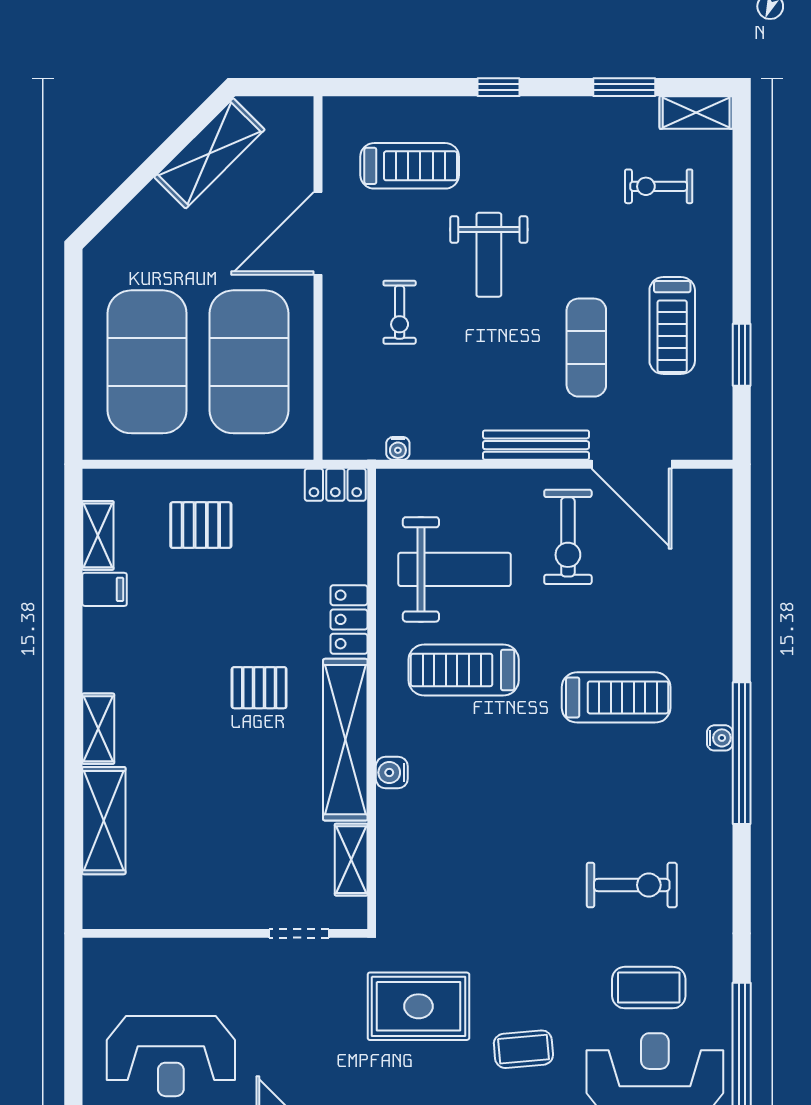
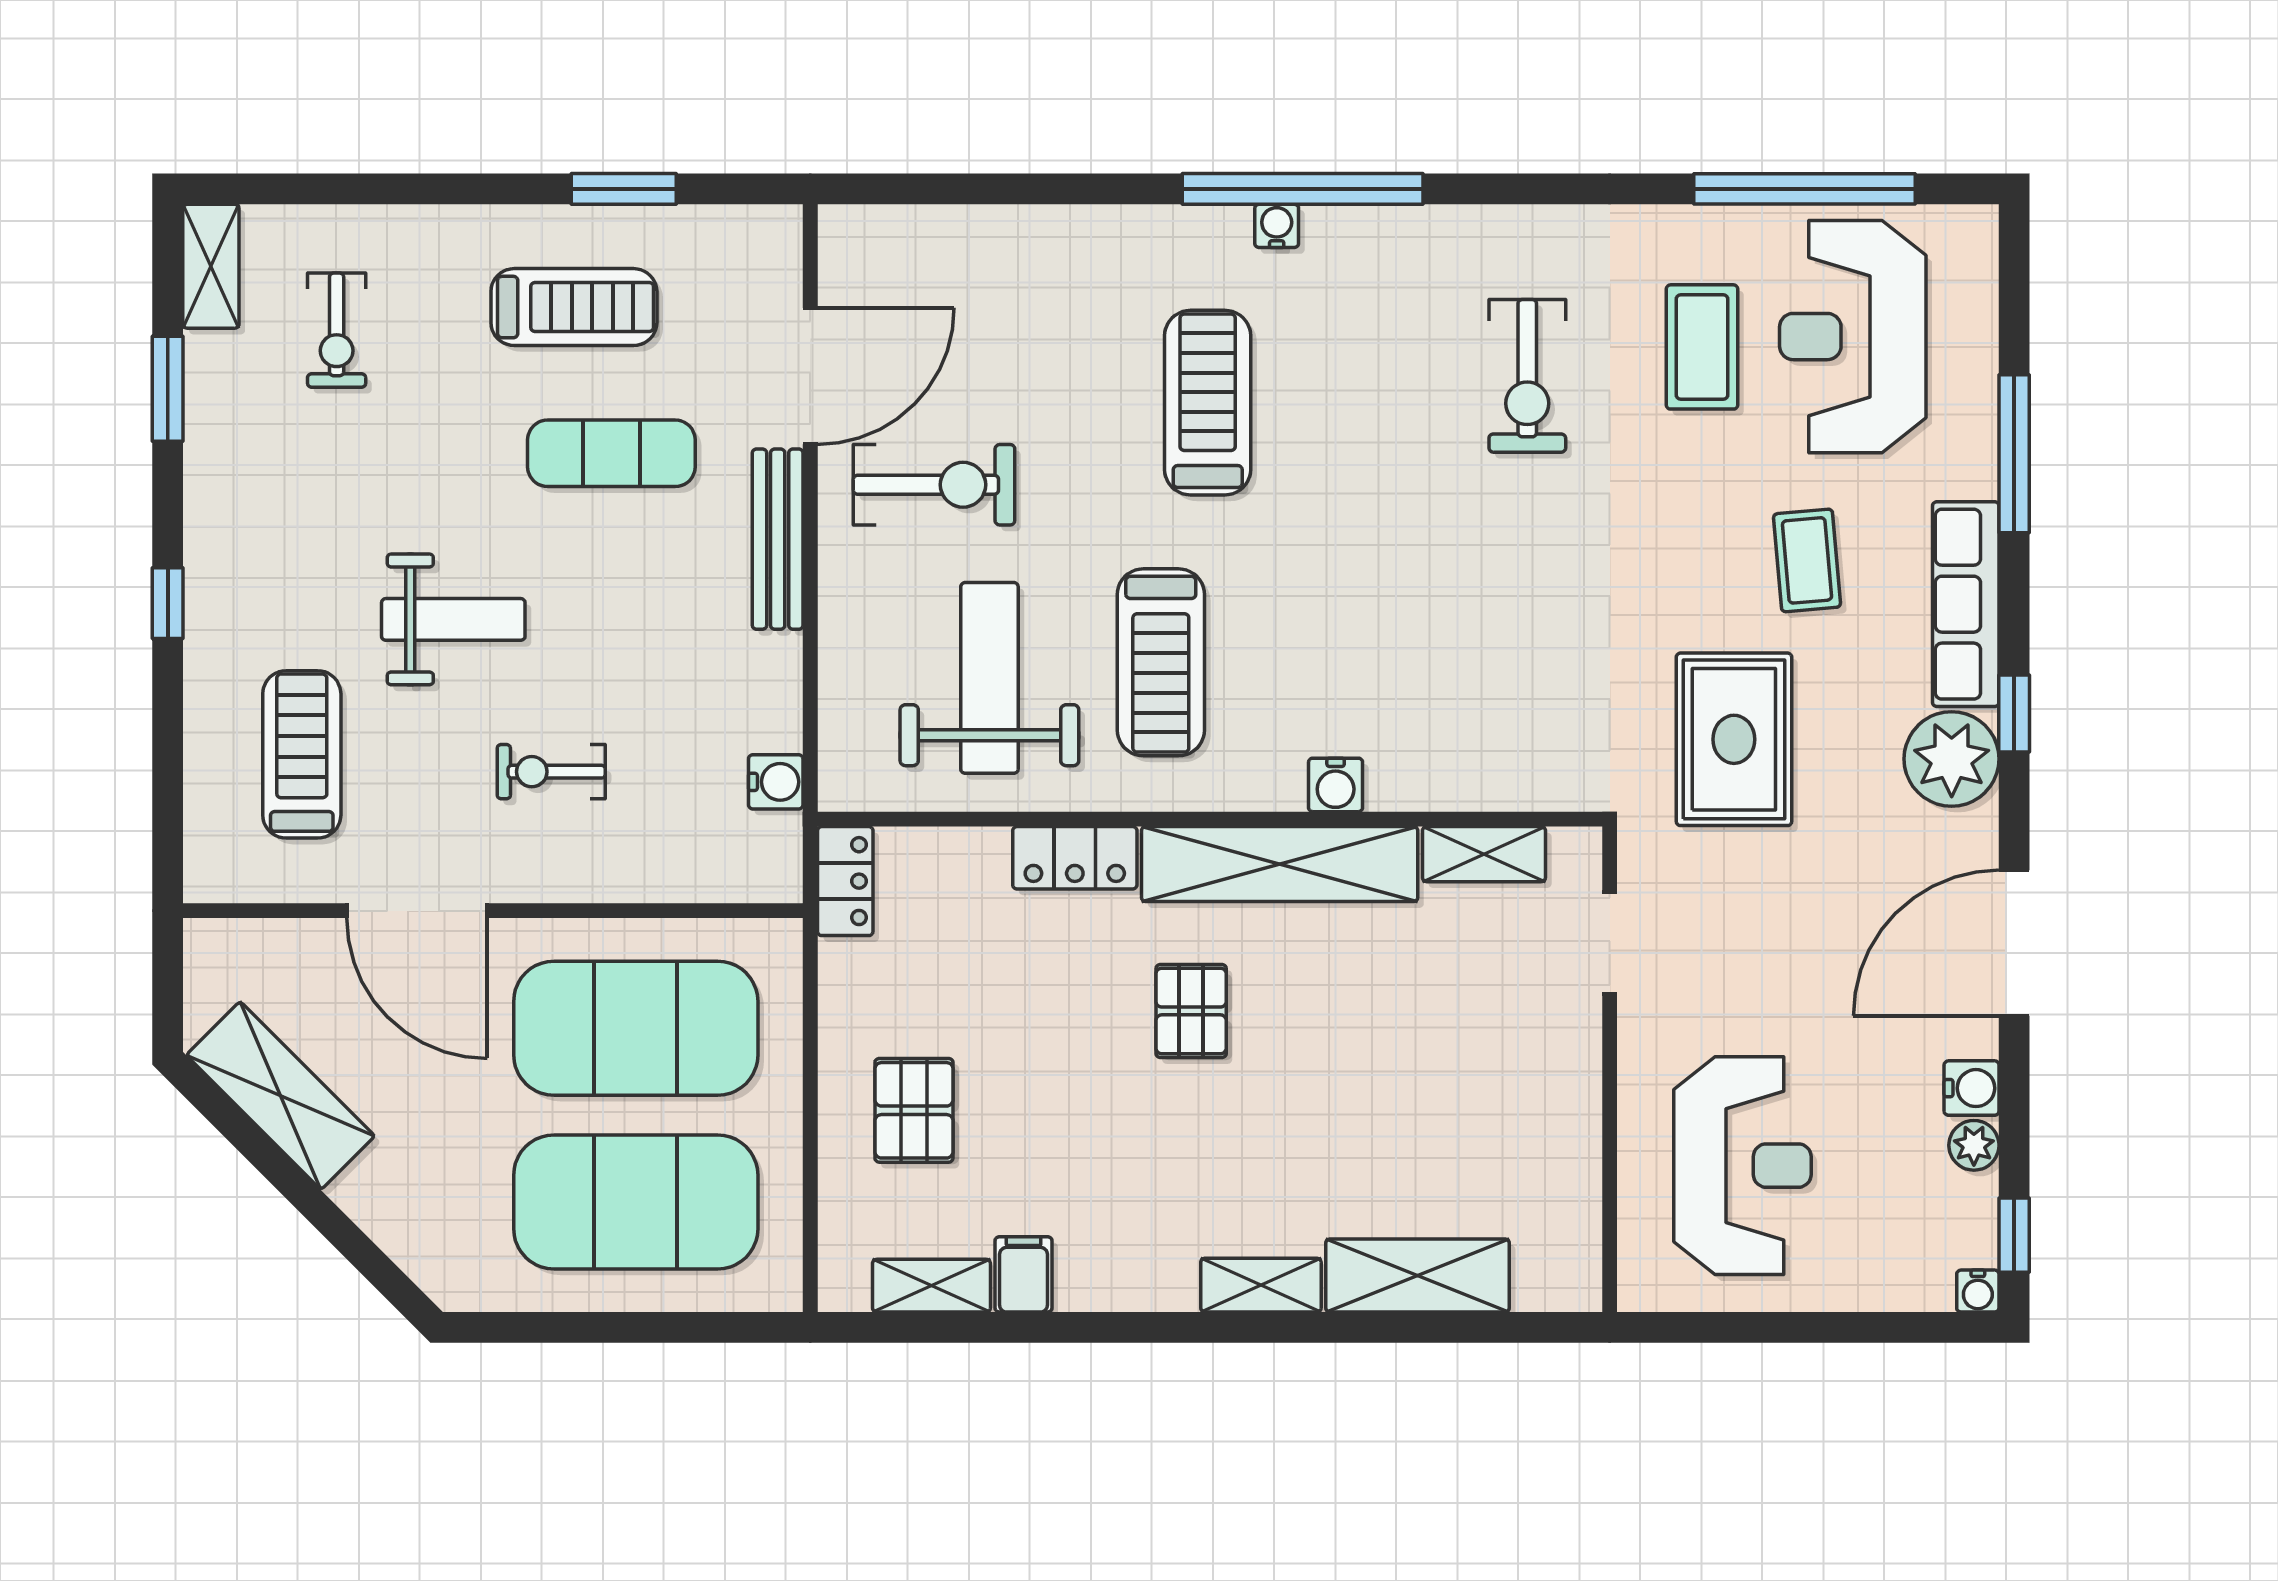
exercise bike: (400, 312) -> (551, 772), turned 180
water cooler: (398, 448) -> (776, 782), width x1.38, depth x1.38
exercise bike: (632, 885) -> (1527, 376), turned 180
reception desk: (171, 1056) -> (1742, 1166), moved

